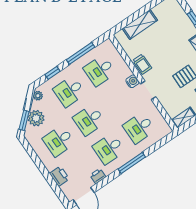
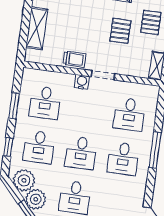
window: (81, 53) -> (14, 106), width x0.69
plant: (38, 96) -> (24, 180), width x1.88, depth x1.88
printer: (98, 176) -> (139, 191), removed

